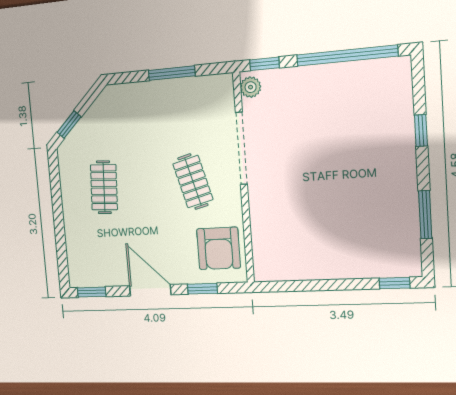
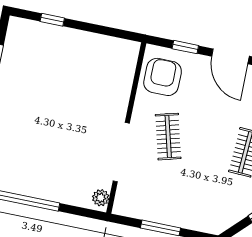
window: (264, 64) -> (85, 212), removed
window: (395, 283) -> (52, 20), moved

